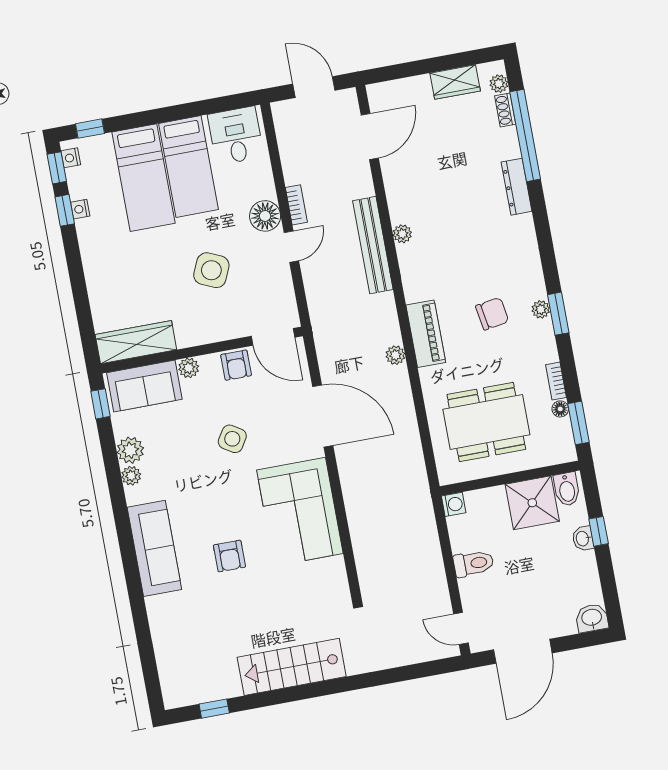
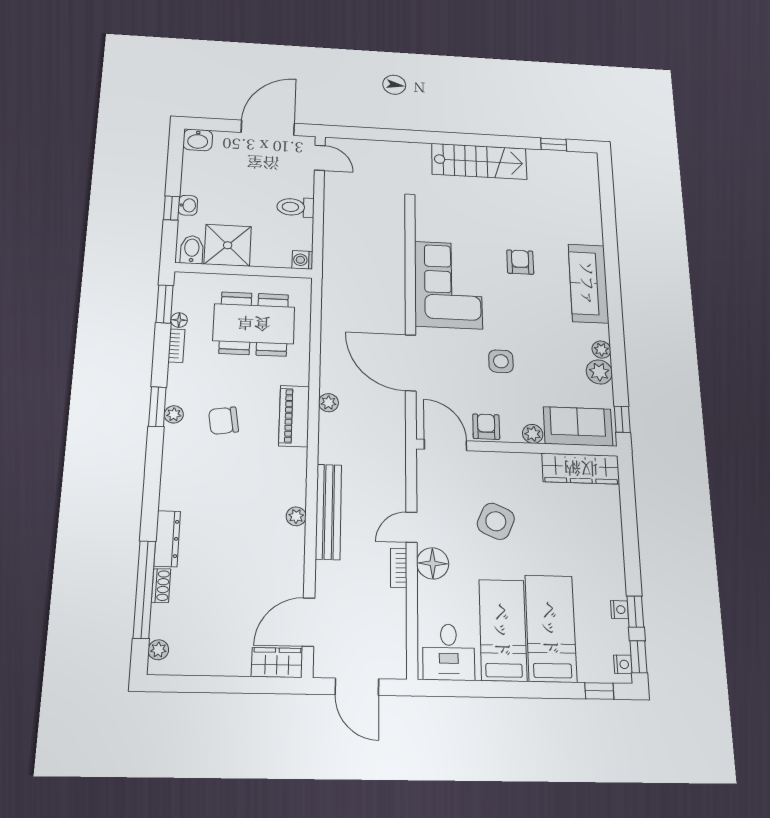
wardrobe: (455, 82) -> (277, 662), moved
shoe rack: (505, 110) -> (161, 586), moved
side table: (232, 439) -> (501, 361), turned -32

